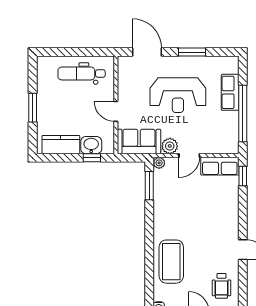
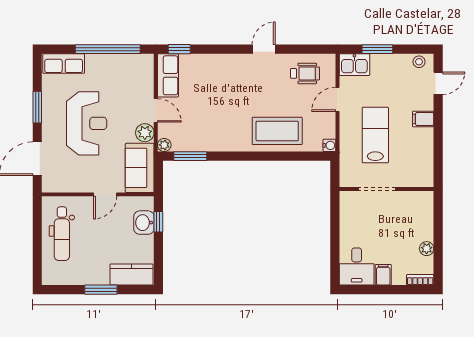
row of seats: (230, 92) -> (64, 64), moved
kitchen counter: (61, 145) -> (131, 275), moved, turned 90

